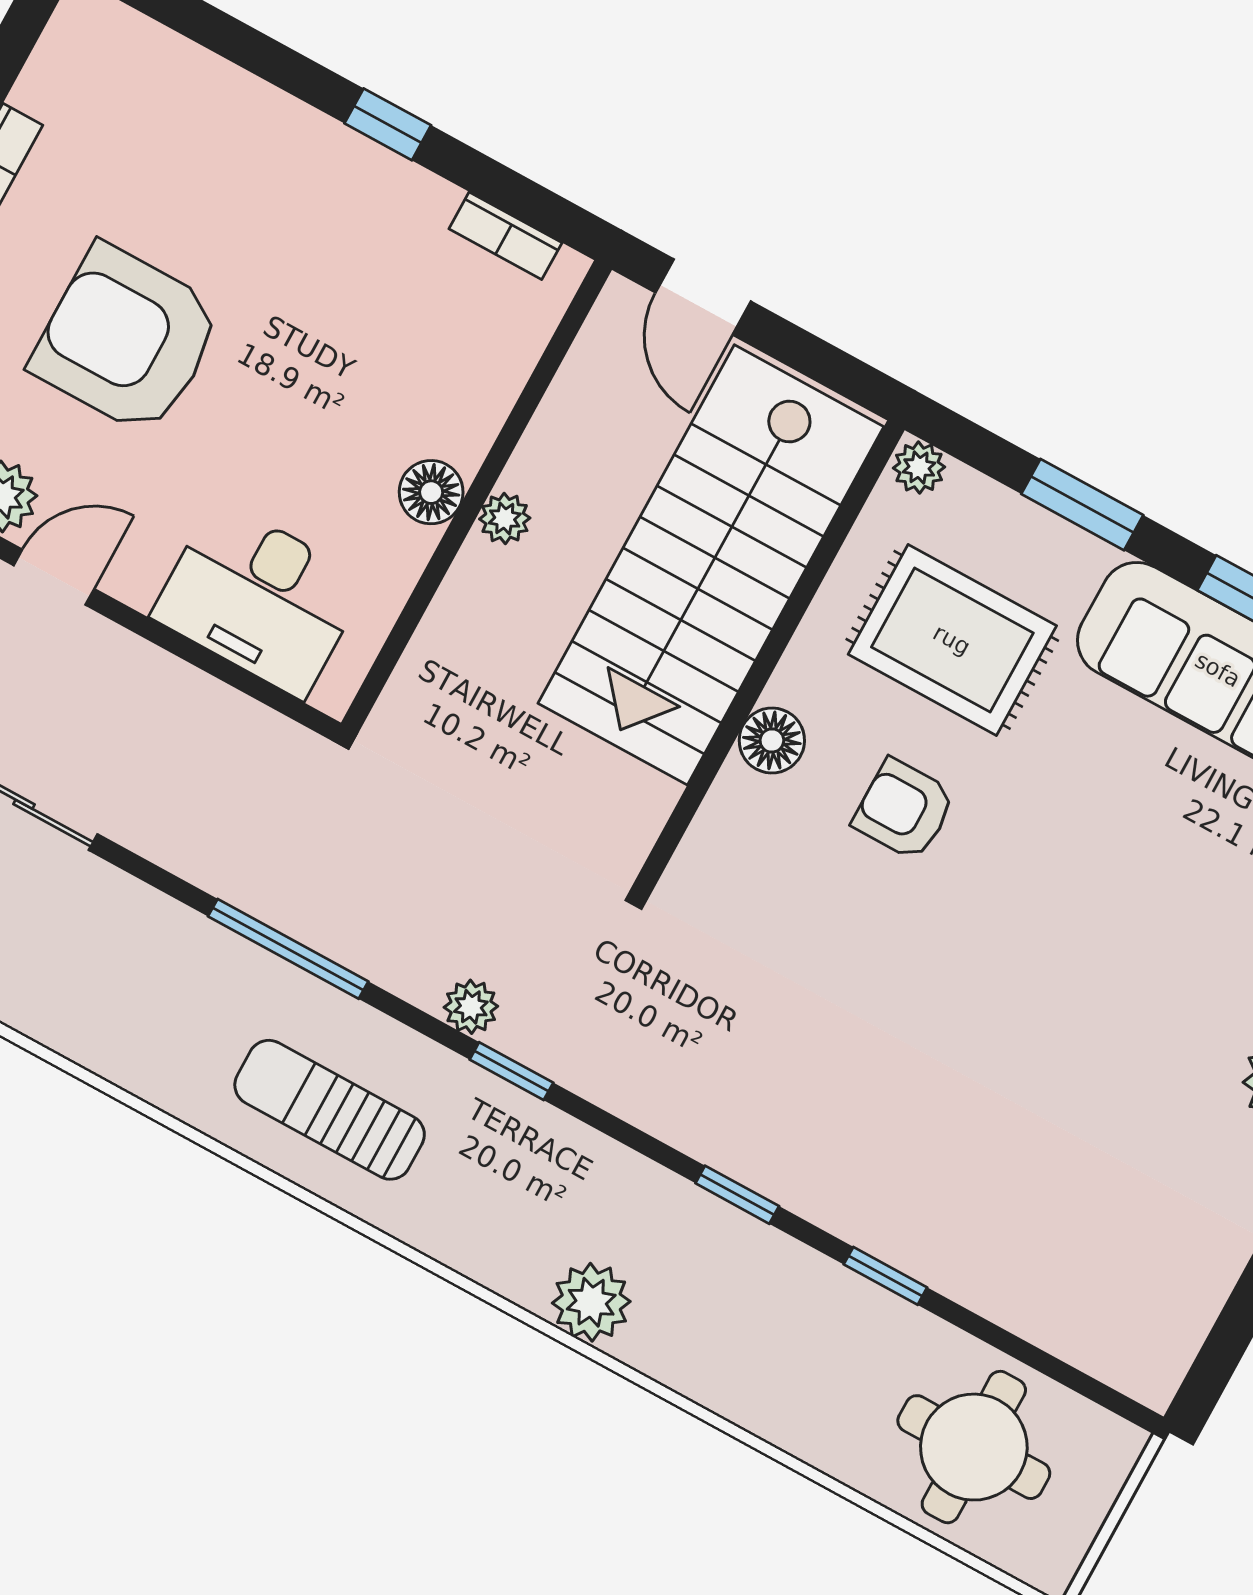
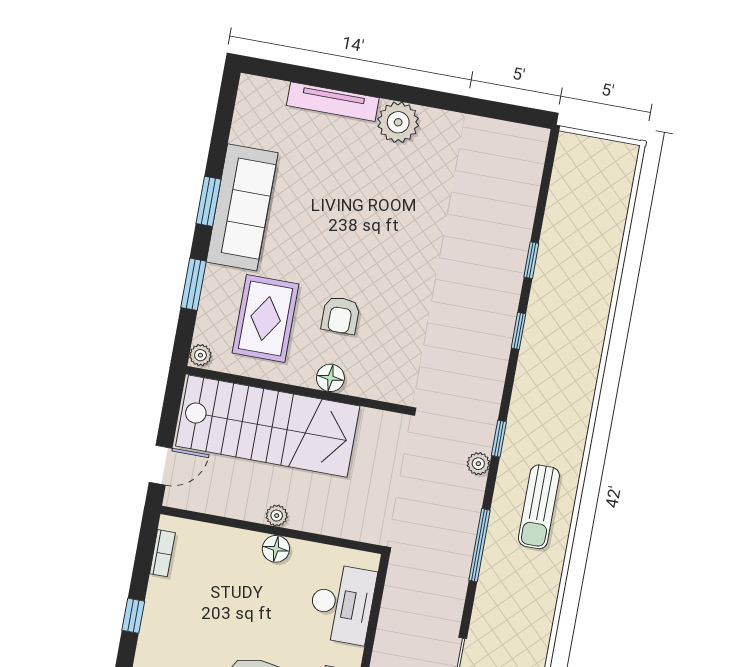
plant: (591, 1302) -> (581, 375), removed
round table: (974, 1447) -> (589, 201), removed

